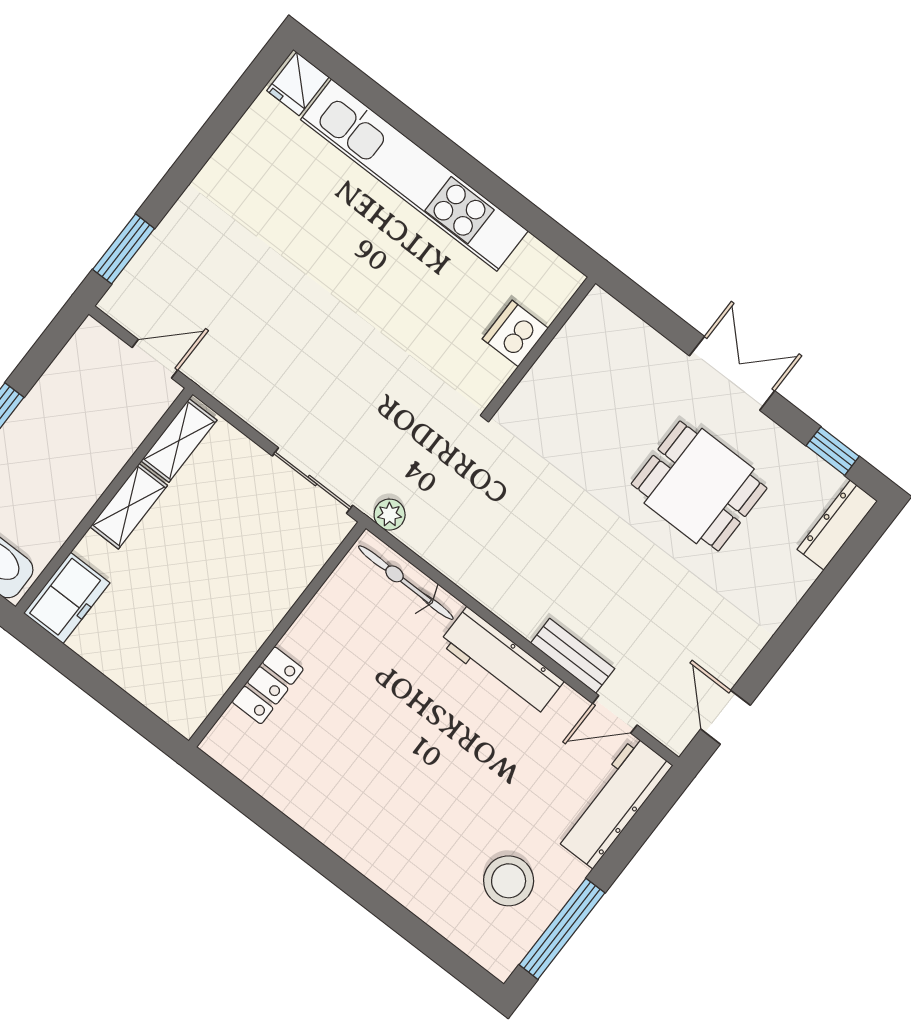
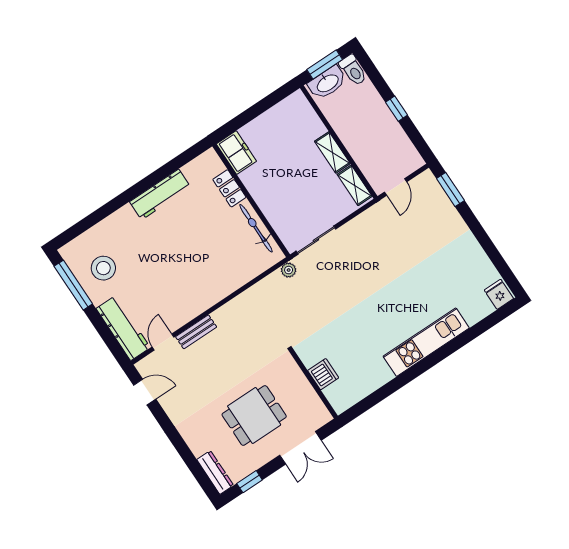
kitchen unit: (414, 175) -> (426, 342), width x0.73
dishwasher: (515, 334) -> (323, 374), moved
wall: (541, 345) -> (314, 384), moved
bicycle: (406, 583) -> (256, 228), moved, turned -90
freezer: (67, 598) -> (236, 153), moved, turned 180
workbench: (502, 662) -> (160, 194), moved, turned 180

